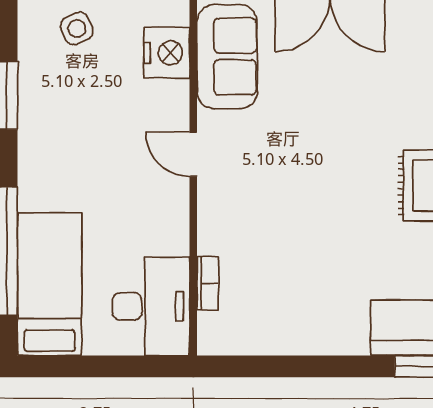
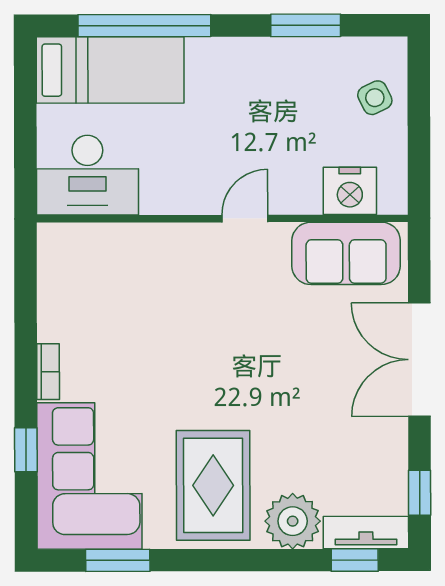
bookcase: (208, 283) -> (48, 372), moved, turned -90

